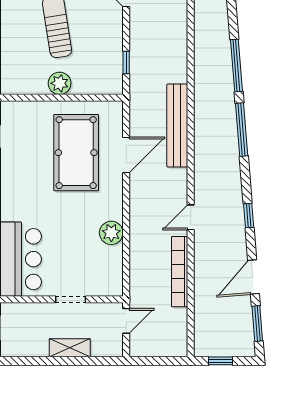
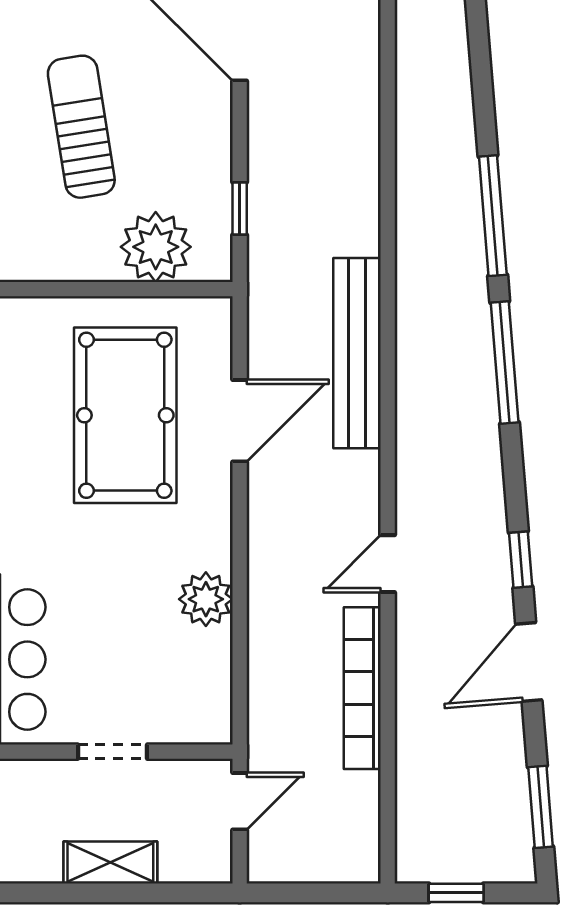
plant: (60, 83) -> (156, 247), moved, width x1.36, depth x1.36
door: (254, 277) -> (529, 662), moved

